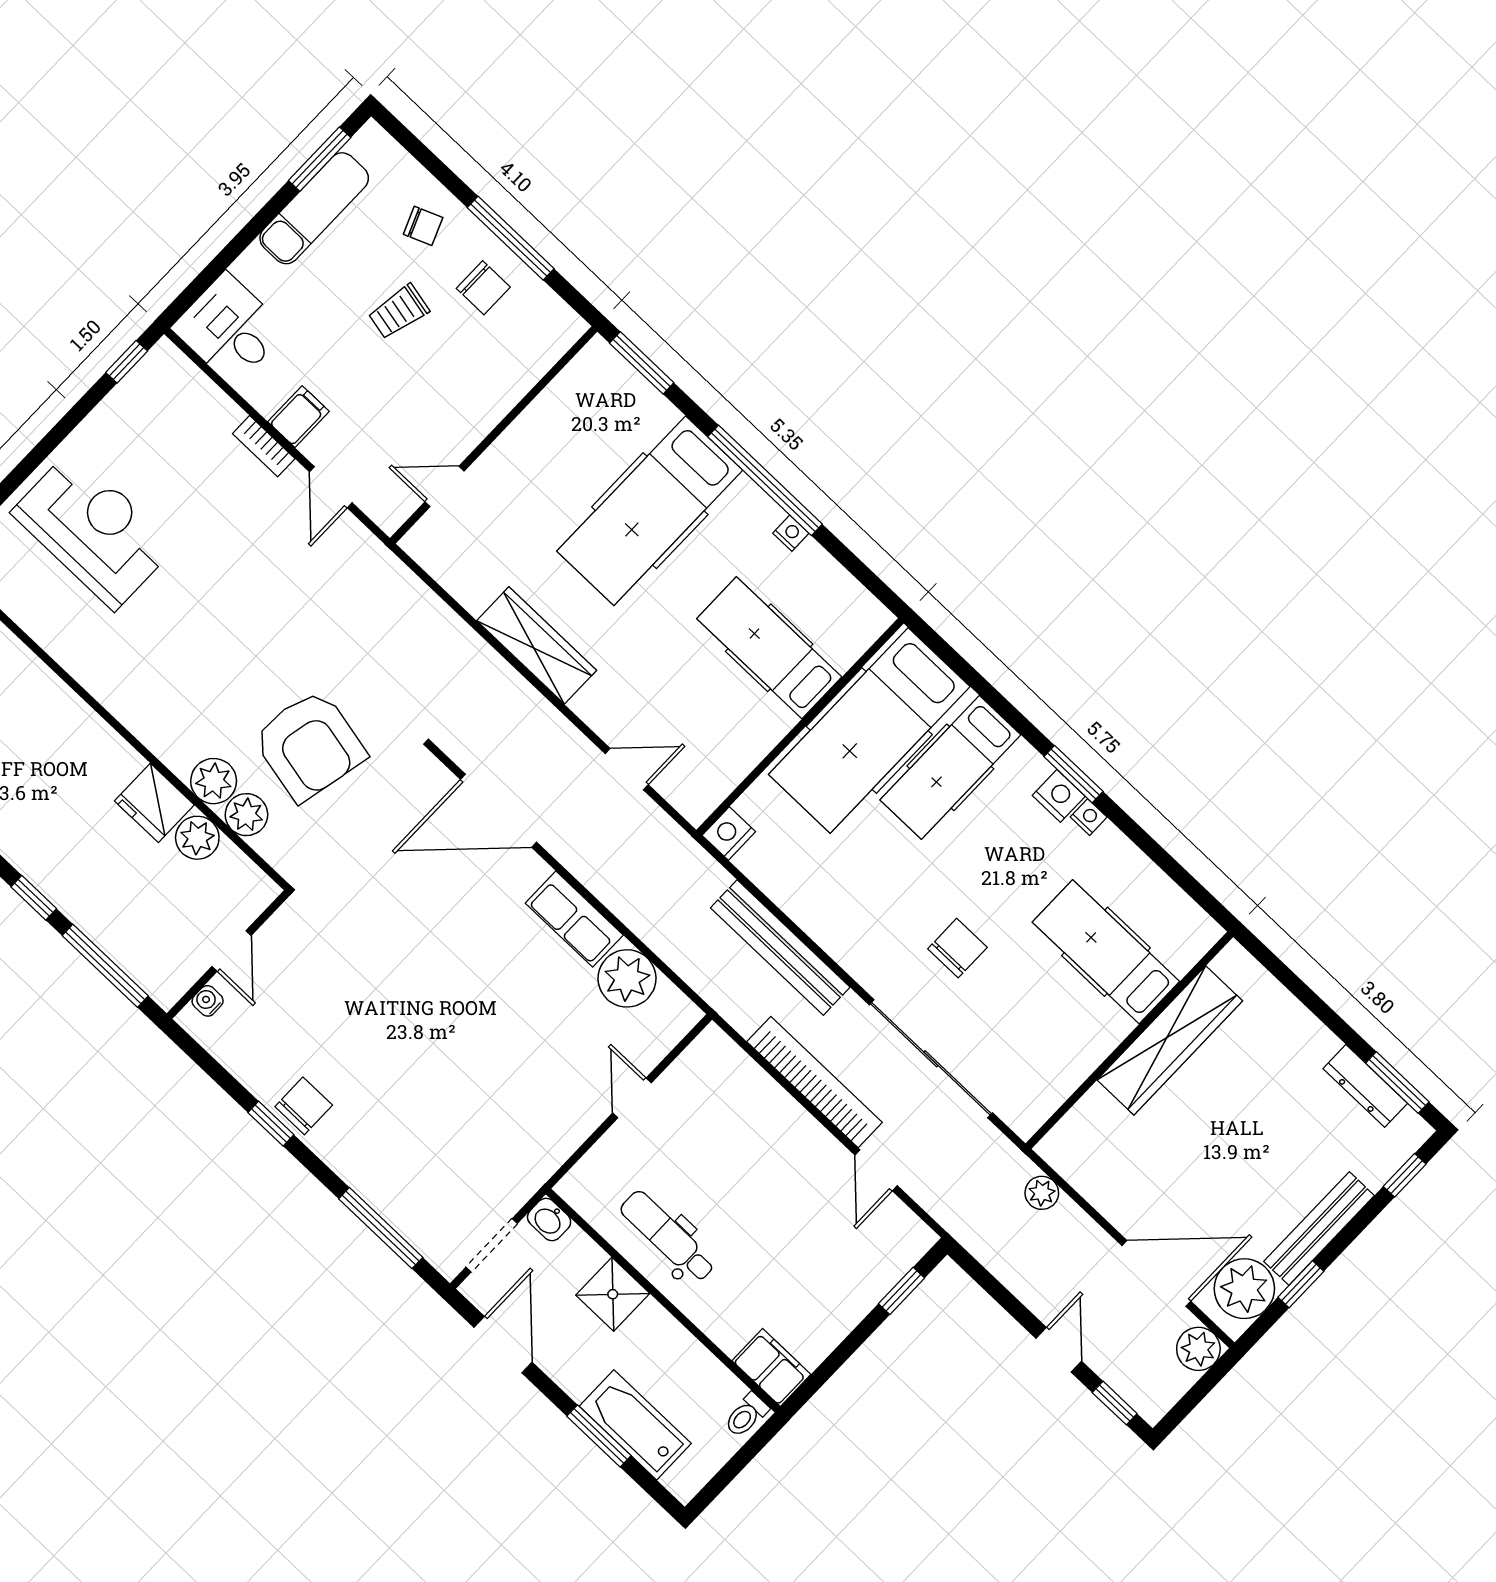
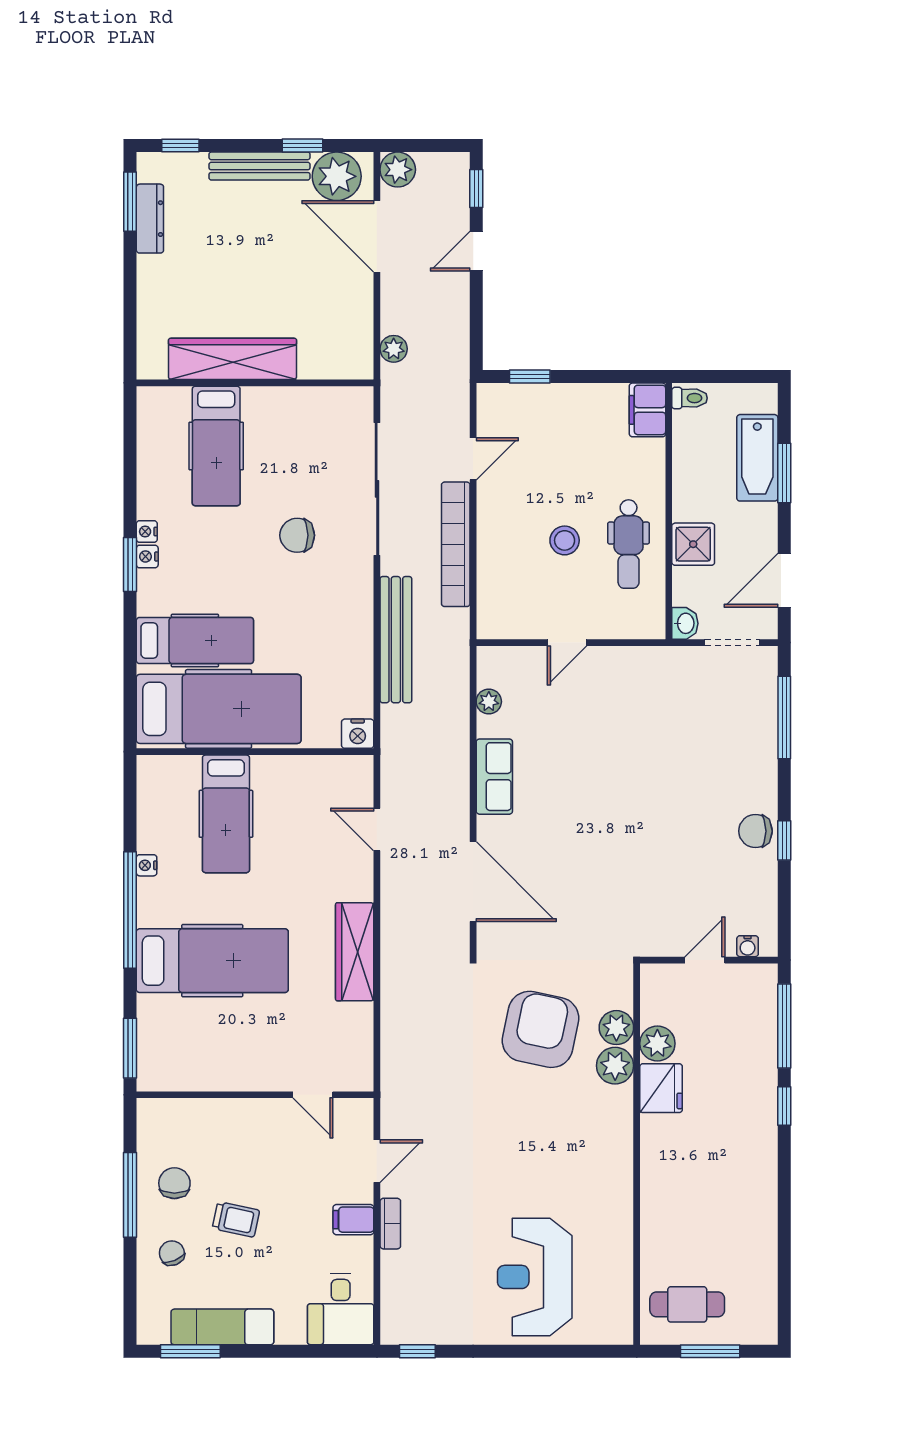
nightstand: (1059, 796) -> (147, 556), width x0.72, depth x0.74
plant: (627, 978) -> (489, 702), width x0.53, depth x0.53
stool: (725, 1182) -> (565, 540), added

